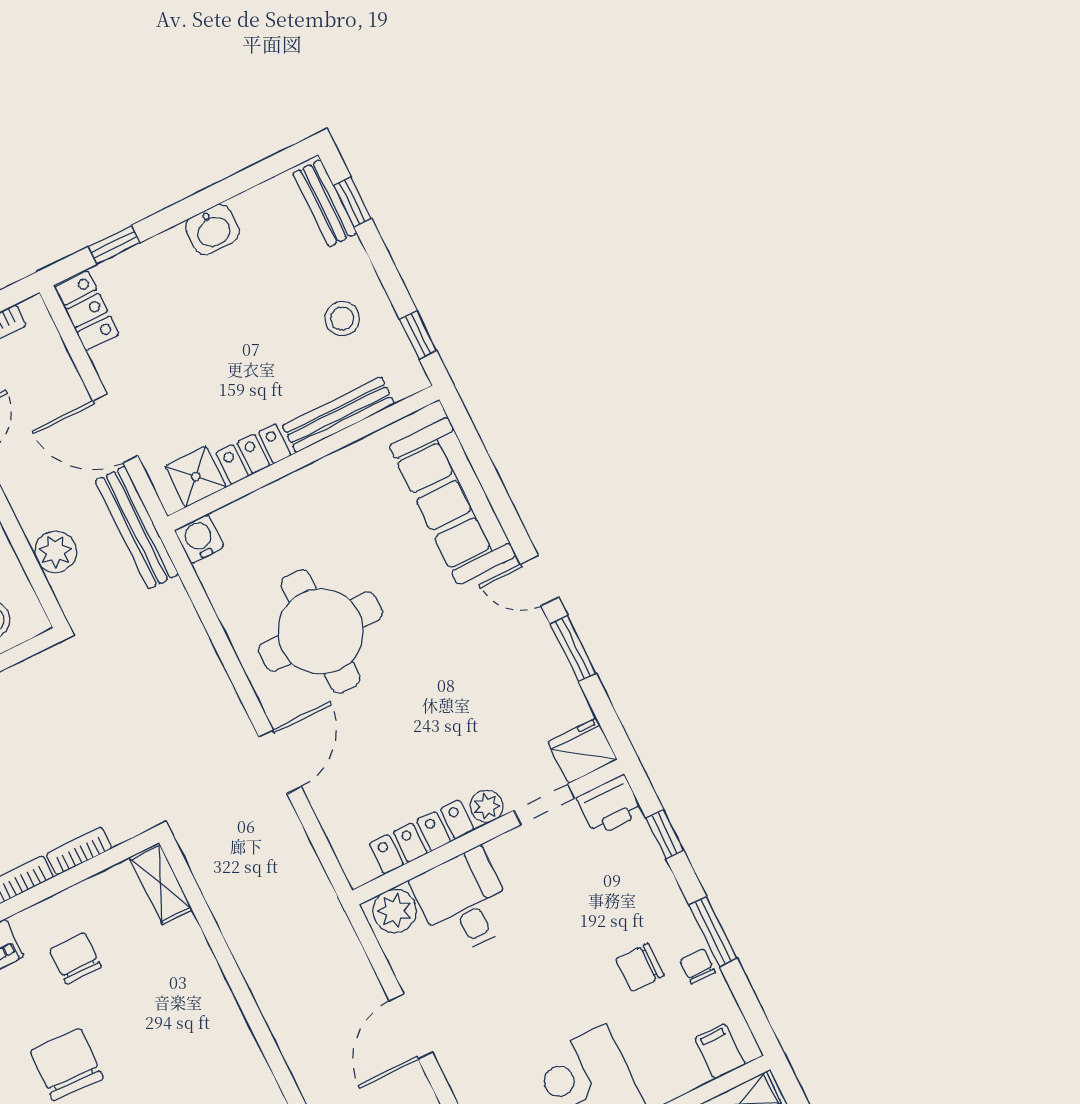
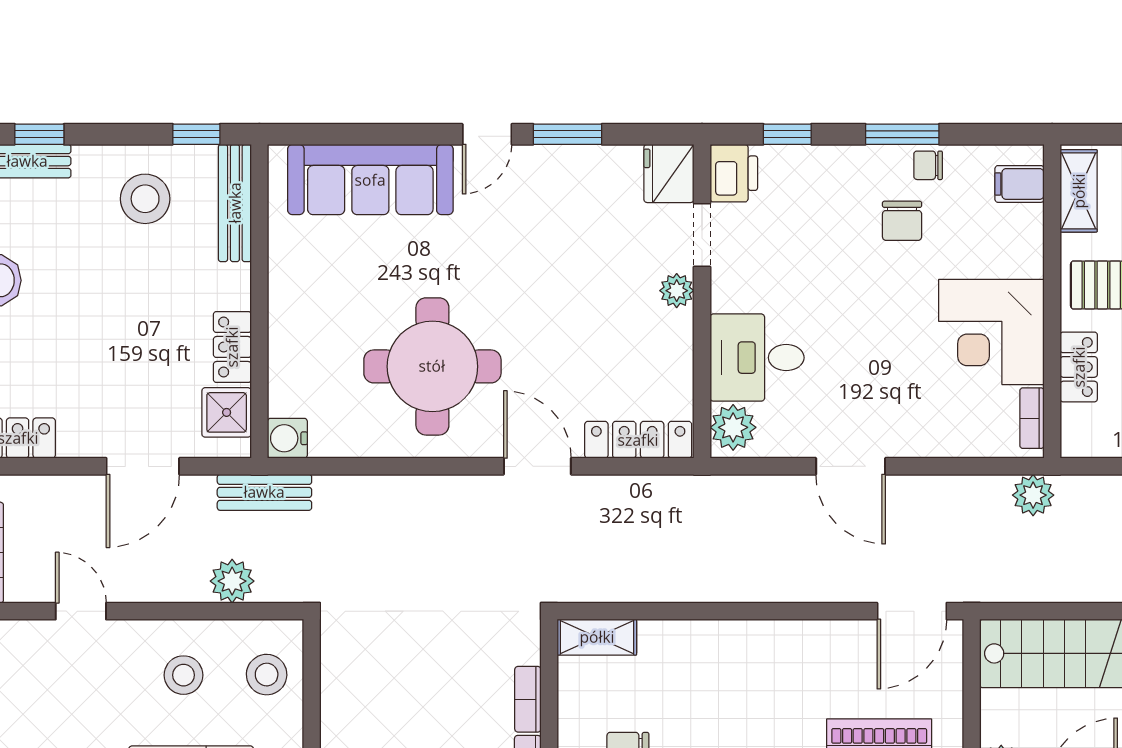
stool: (342, 319) -> (145, 199), width x1.38, depth x1.38
bench: (338, 415) -> (235, 203), moved
bench: (137, 528) -> (264, 492), width x0.73
locker: (422, 837) -> (638, 440), moved, turned 90

